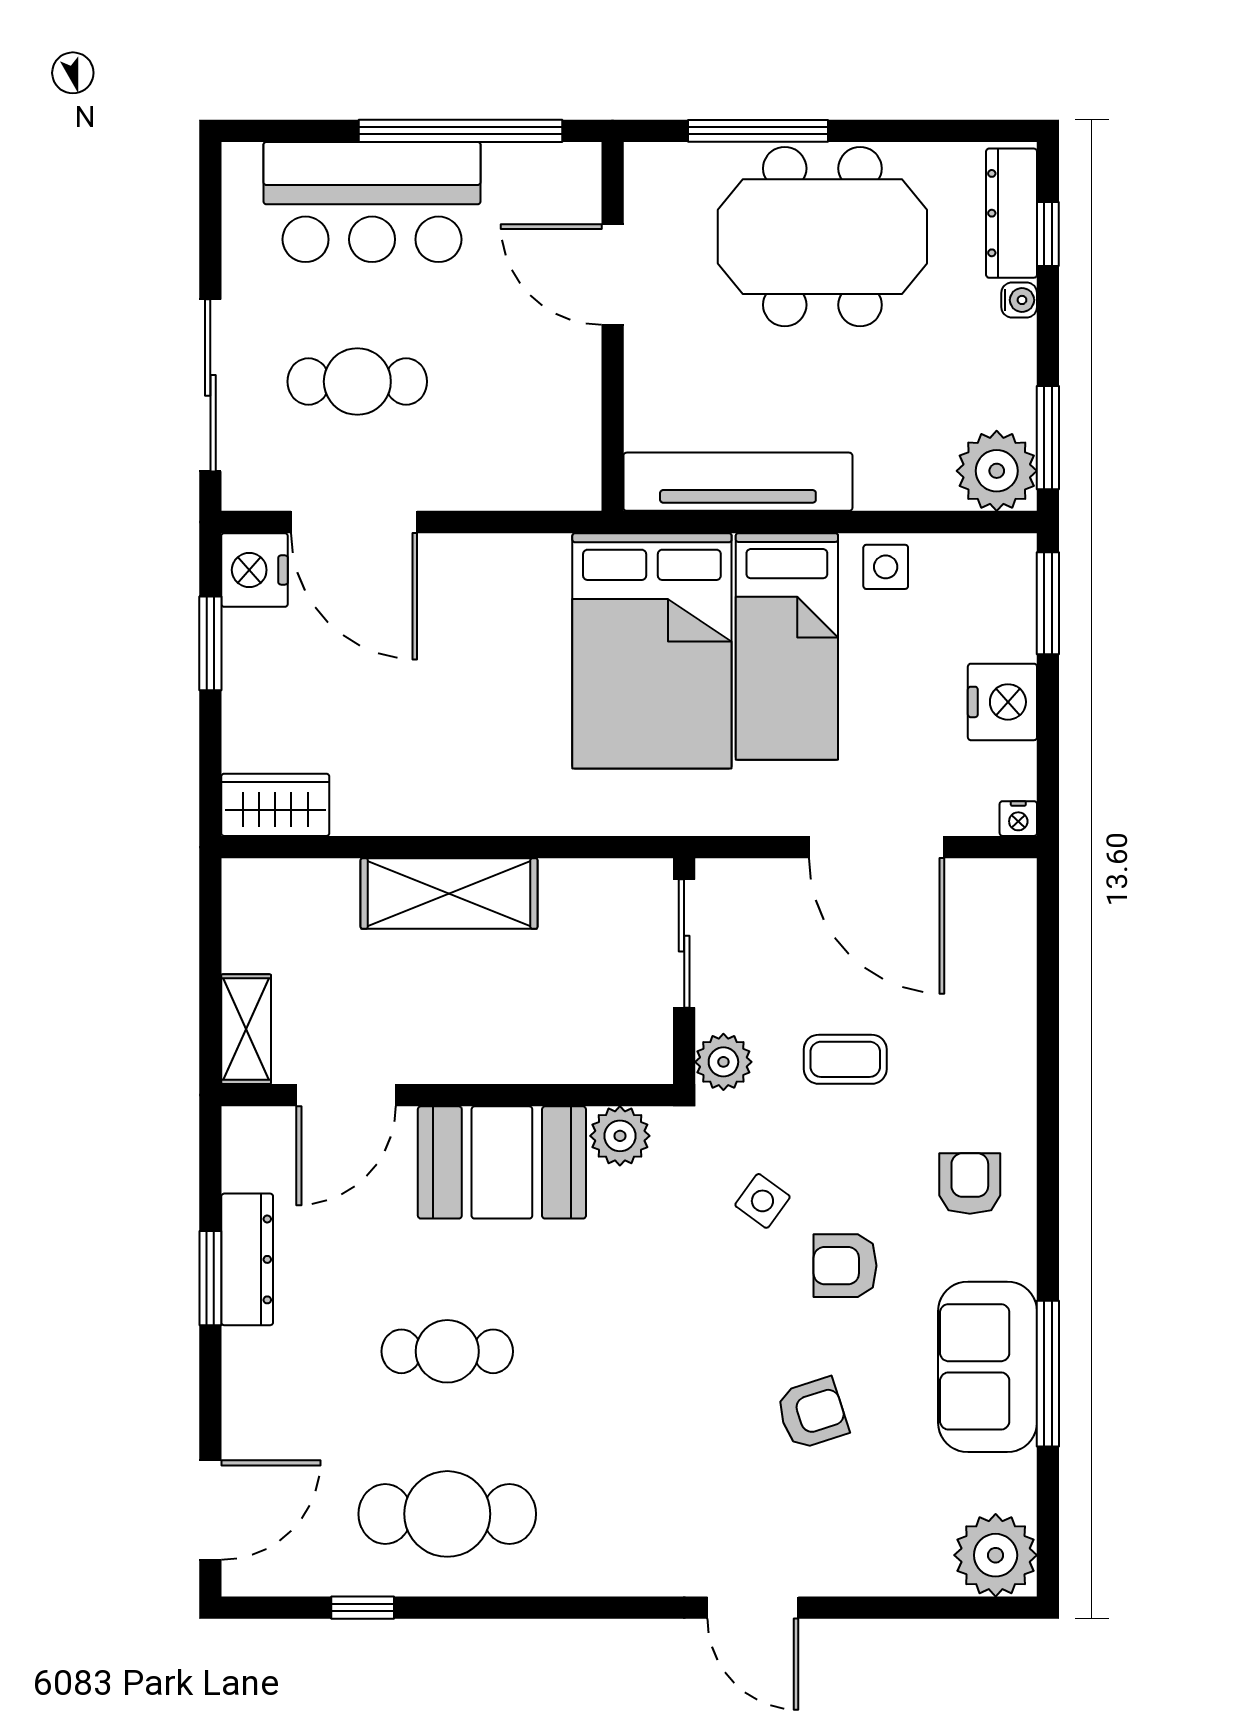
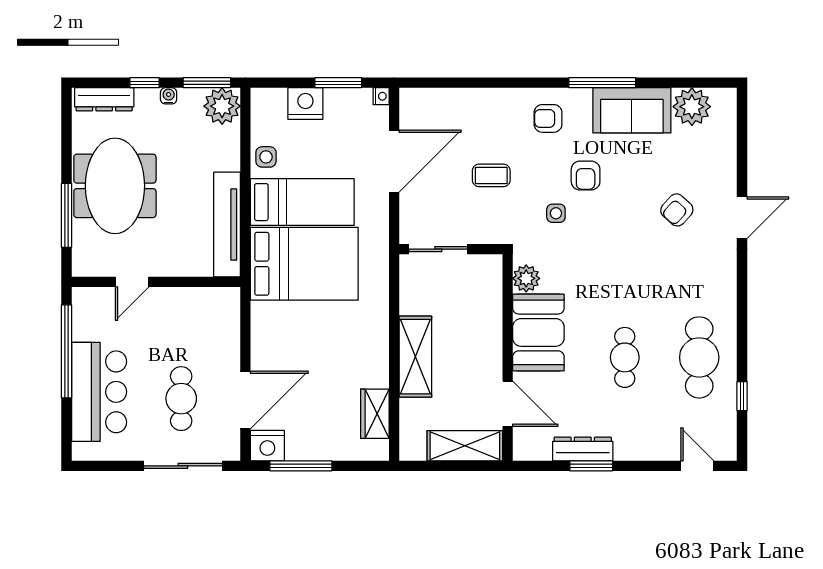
window: (1048, 234) -> (145, 83), moved
door: (613, 274) -> (132, 282), width x0.73
water cooler: (1019, 300) -> (169, 96), moved
window: (1048, 603) -> (338, 83), moved
window: (210, 643) -> (301, 466), width x1.44
nightstand: (1002, 702) -> (305, 104), moved
wardrobe: (275, 805) -> (375, 414), moved
shelving: (246, 1029) -> (465, 446), width x1.50, depth x1.33
coffee table: (845, 1059) -> (491, 175), turned 90
plant: (723, 1062) -> (492, 231), removed
side table: (762, 1201) -> (556, 213), turned -36
window: (1048, 1374) -> (602, 83), moved
armchair: (812, 1413) -> (677, 210), moved, turned -120
door: (210, 1510) -> (697, 466), width x0.73
plant: (996, 1555) -> (692, 107), moved

